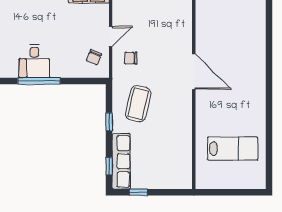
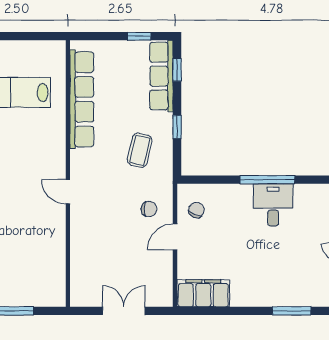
door: (194, 72) -> (68, 192), width x0.53
coffee table: (138, 104) -> (140, 150), width x0.73, depth x0.77
row of seats: (183, 143) -> (82, 99), added

